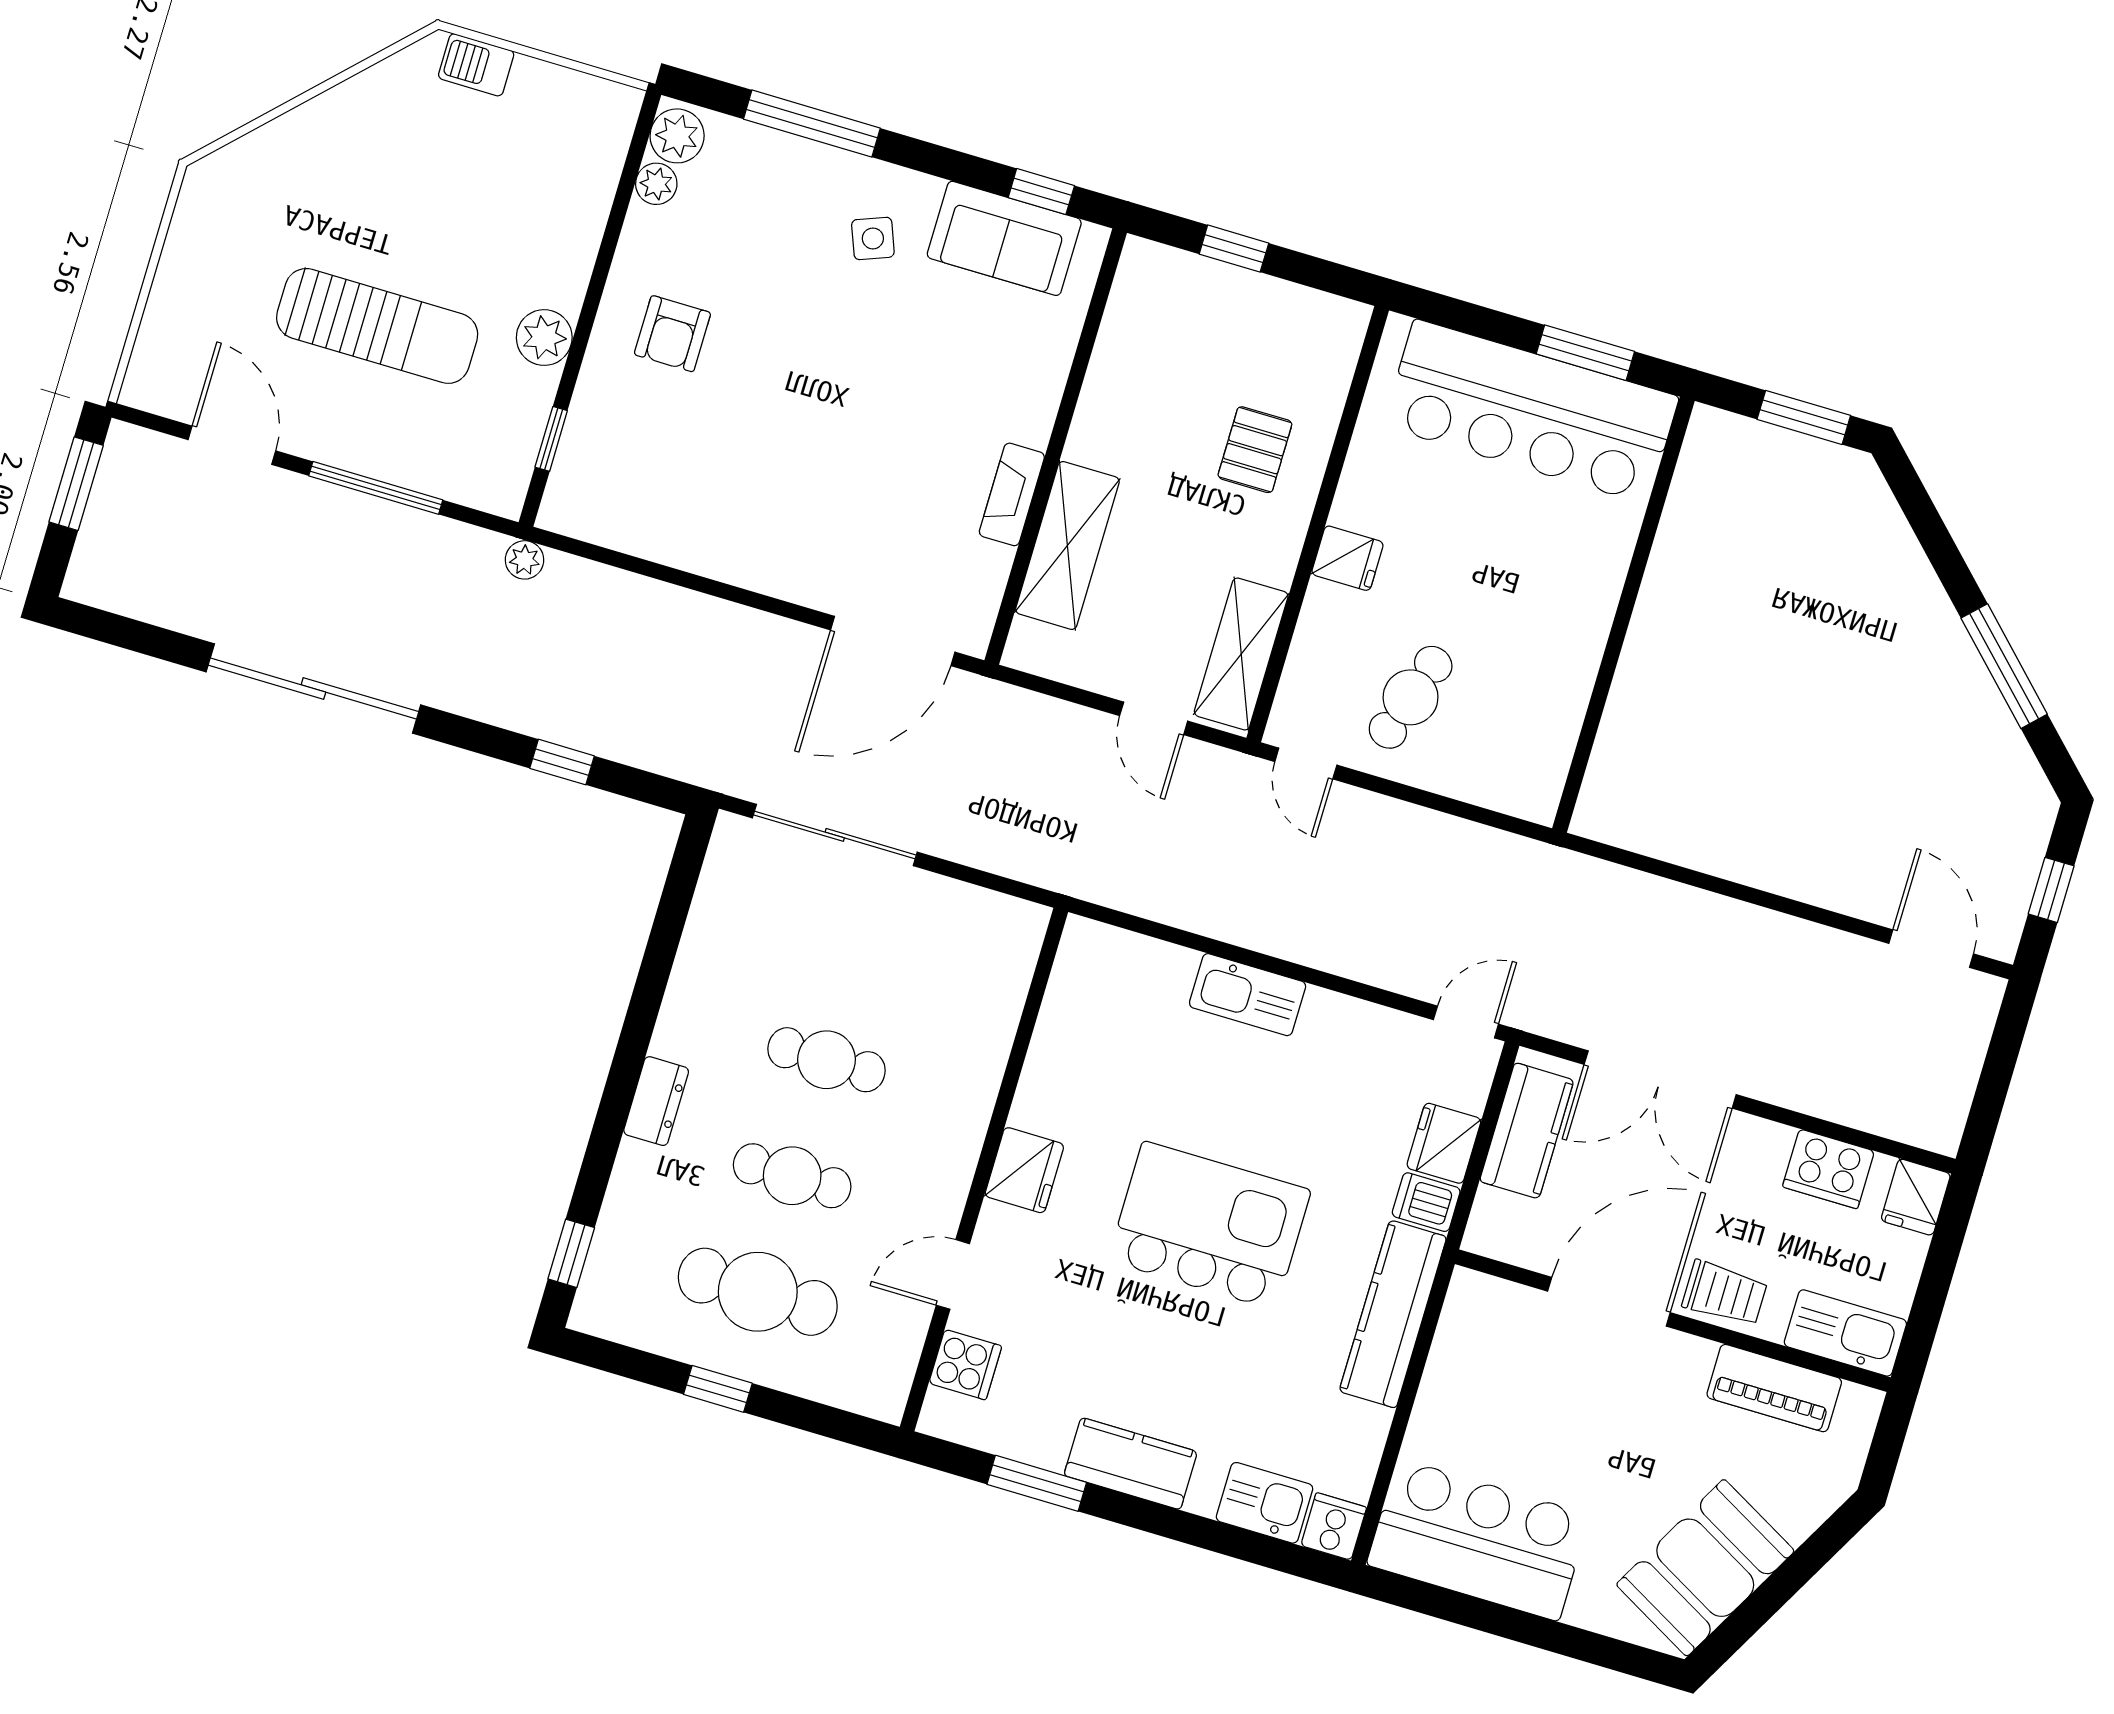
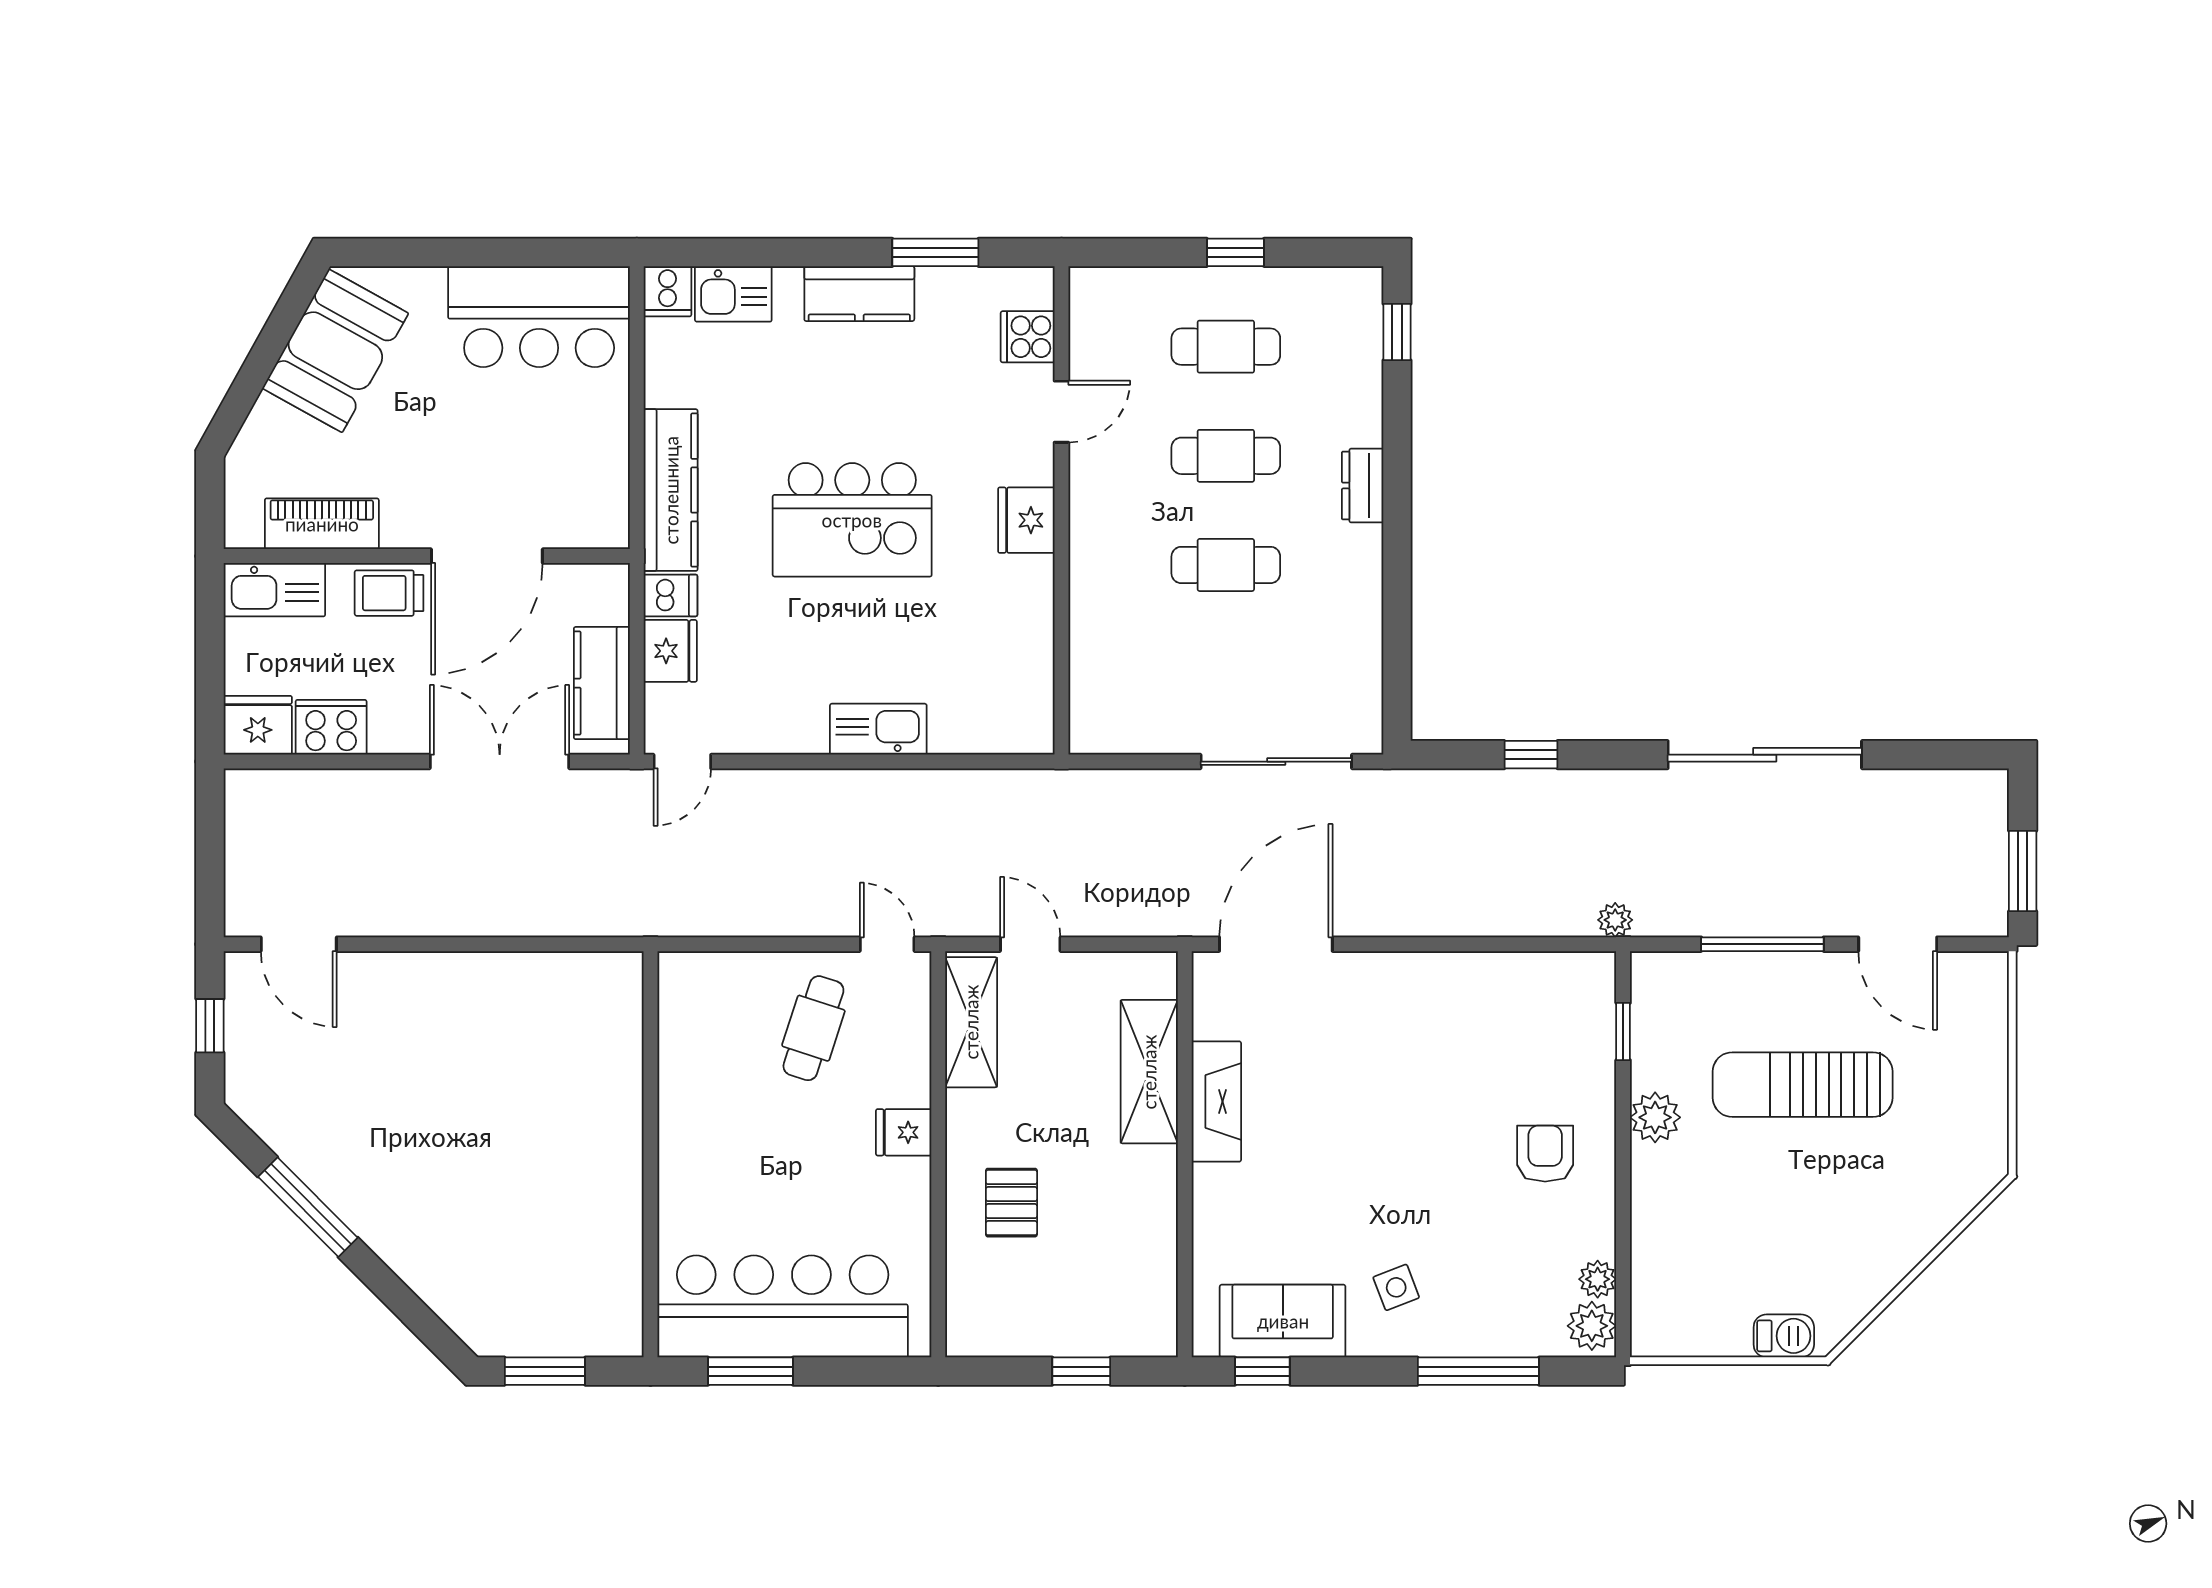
fireplace: (1012, 494) -> (1216, 1102), width x1.37, depth x1.32
fridge: (1916, 1197) -> (258, 725), width x1.38
cafe table: (758, 1292) -> (1226, 347), width x0.73, depth x0.74

